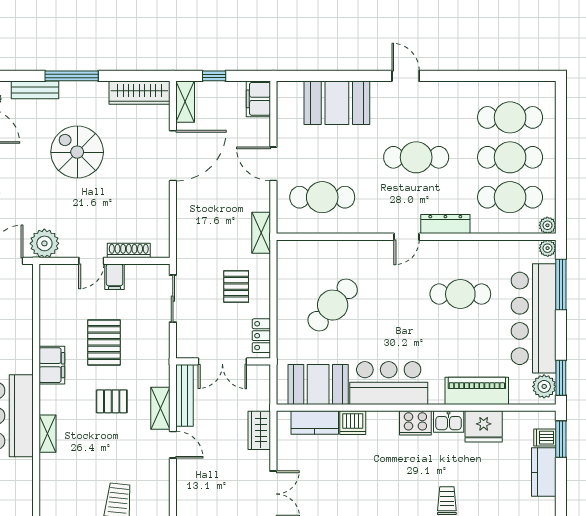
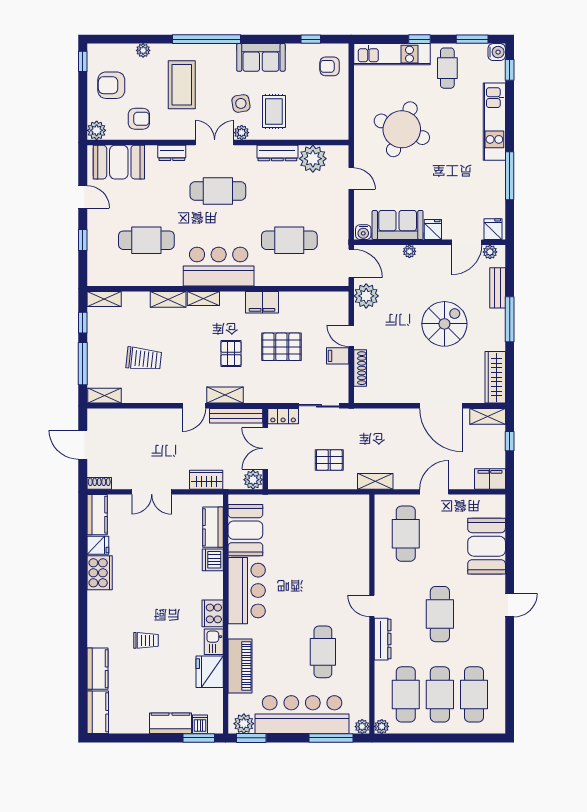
cafe table: (333, 305) -> (313, 543), removed
locker: (261, 336) -> (283, 416), moved, turned 180
plant: (259, 376) -> (253, 480), added
shelving: (48, 475) -> (168, 299), added

